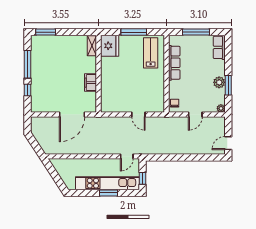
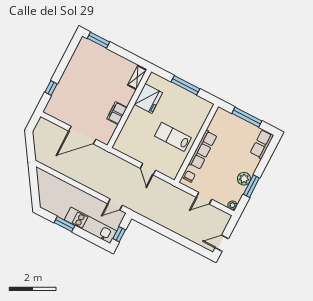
fridge: (110, 46) -> (148, 99), moved
lab bench: (151, 53) -> (173, 137), moved, turned -90
row of seats: (174, 63) -> (203, 150), moved
window: (28, 64) -> (64, 63), removed
kitchen unit: (108, 183) -> (91, 225), width x0.73
window: (109, 193) -> (64, 224), moved

